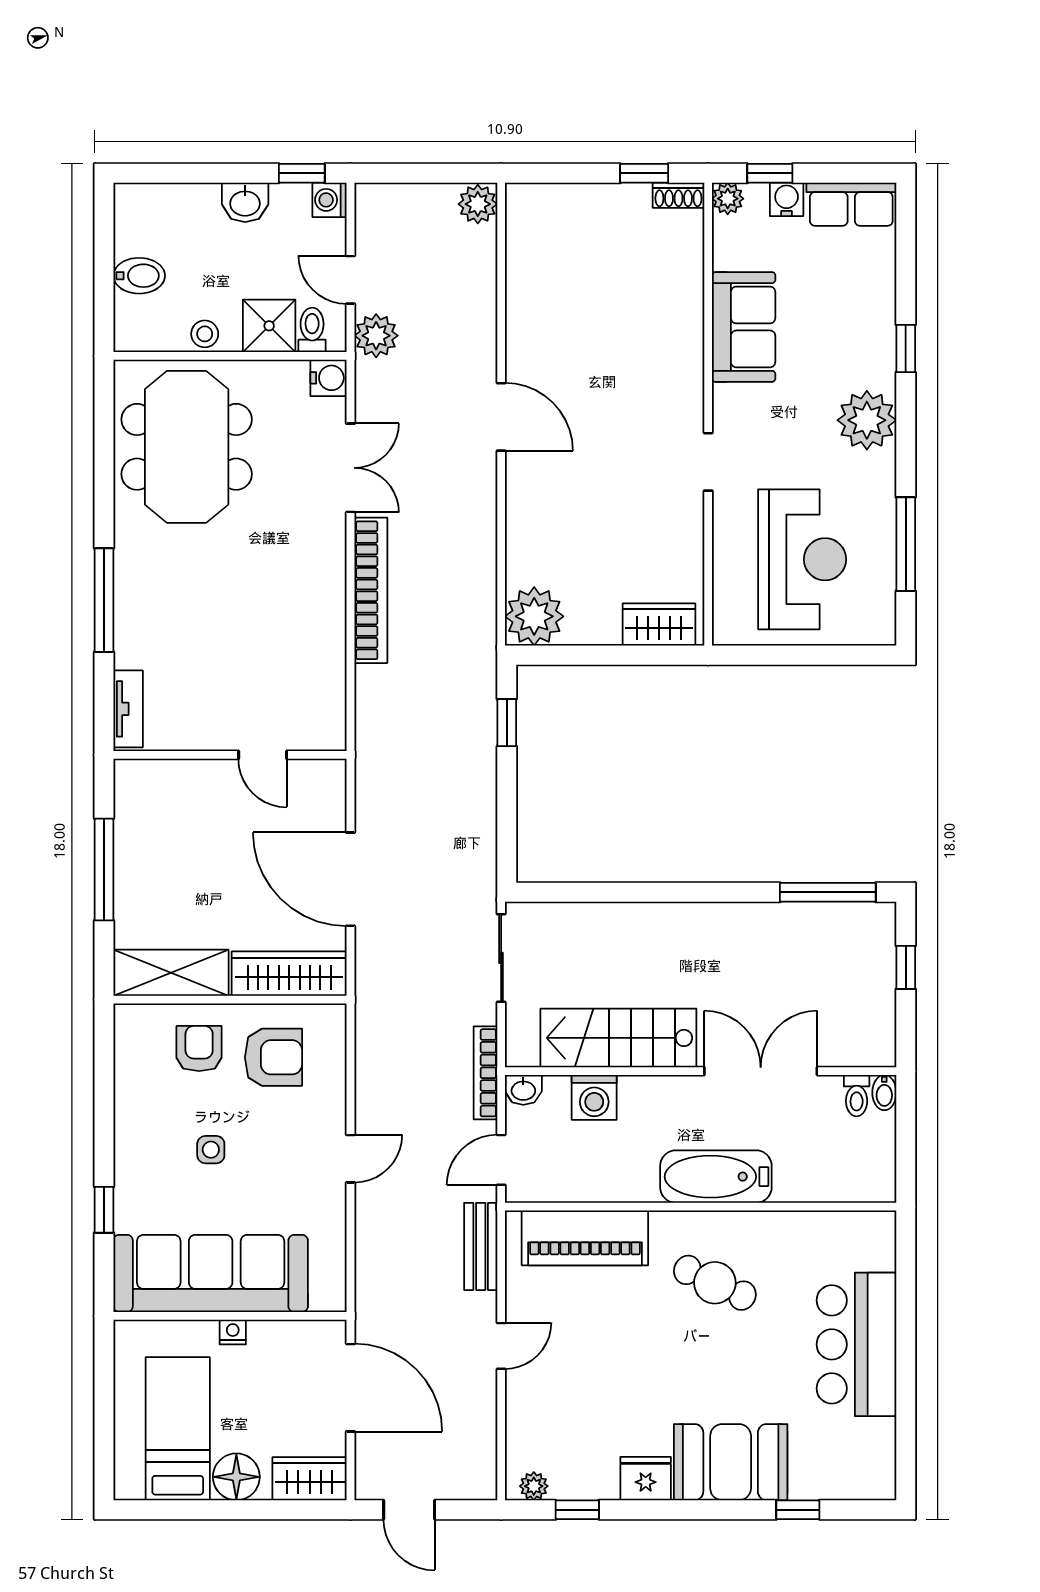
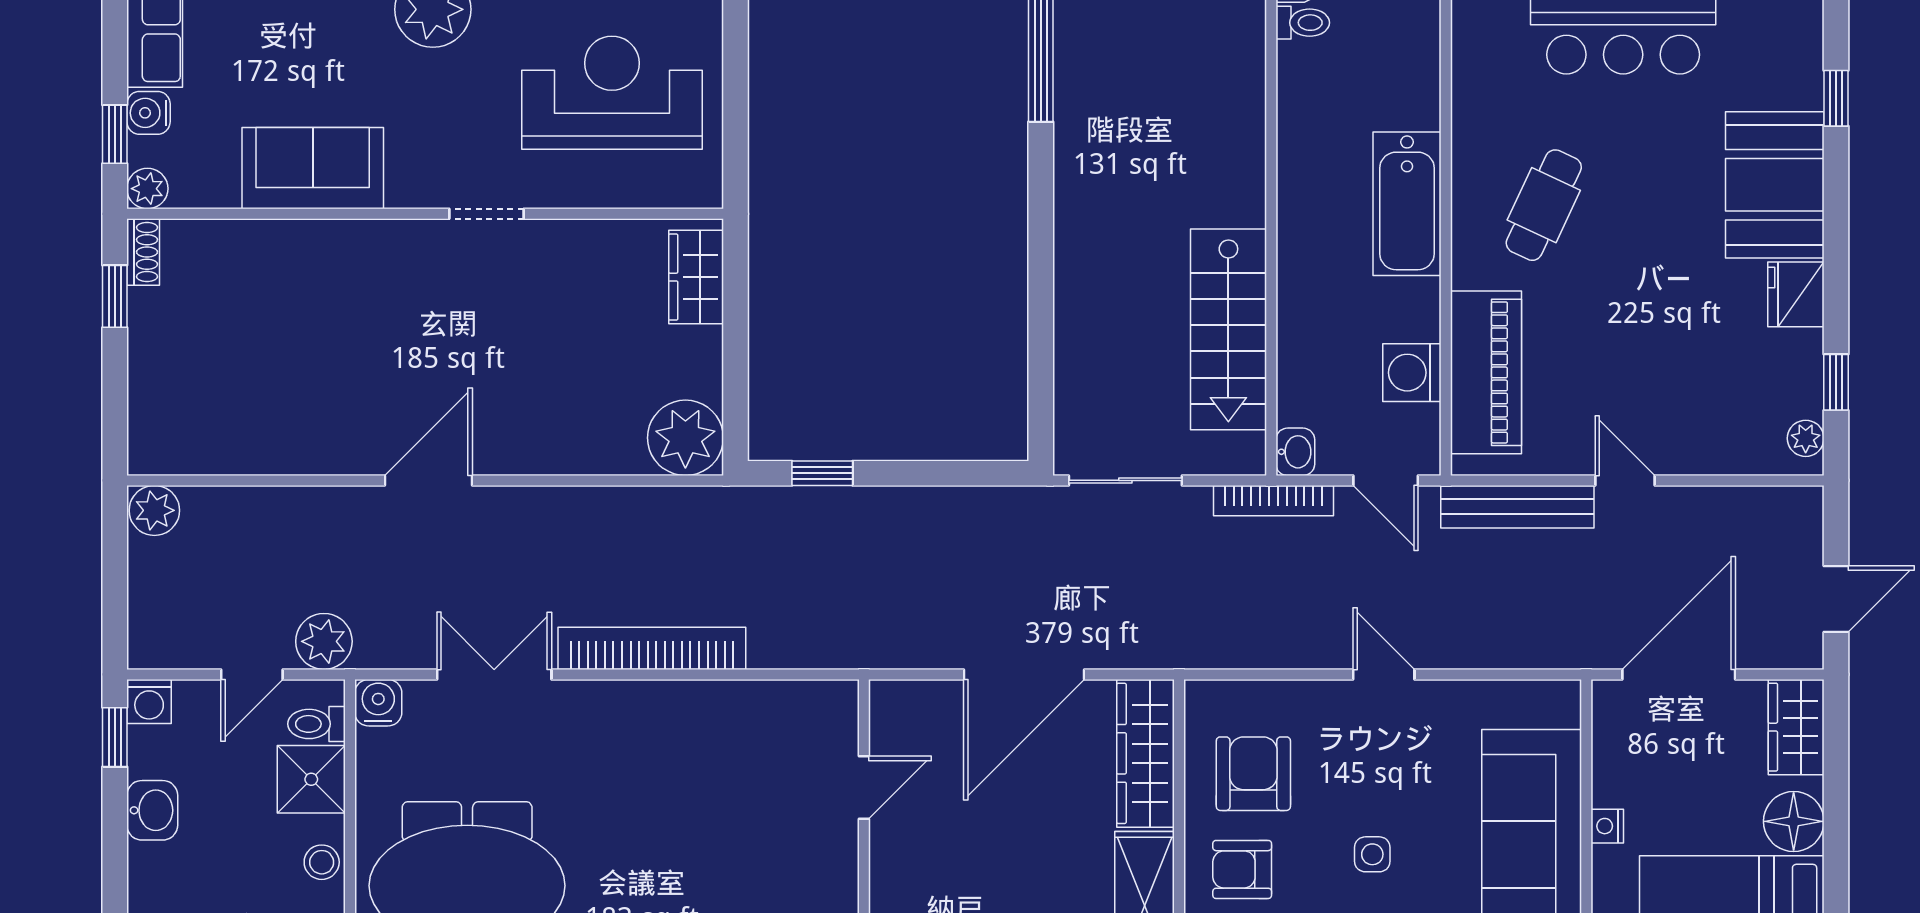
double door: (761, 1071) -> (1271, 146), removed
washing machine: (594, 1097) -> (1412, 373), moved, turned 180
bench: (481, 1246) -> (1517, 507), width x1.36

